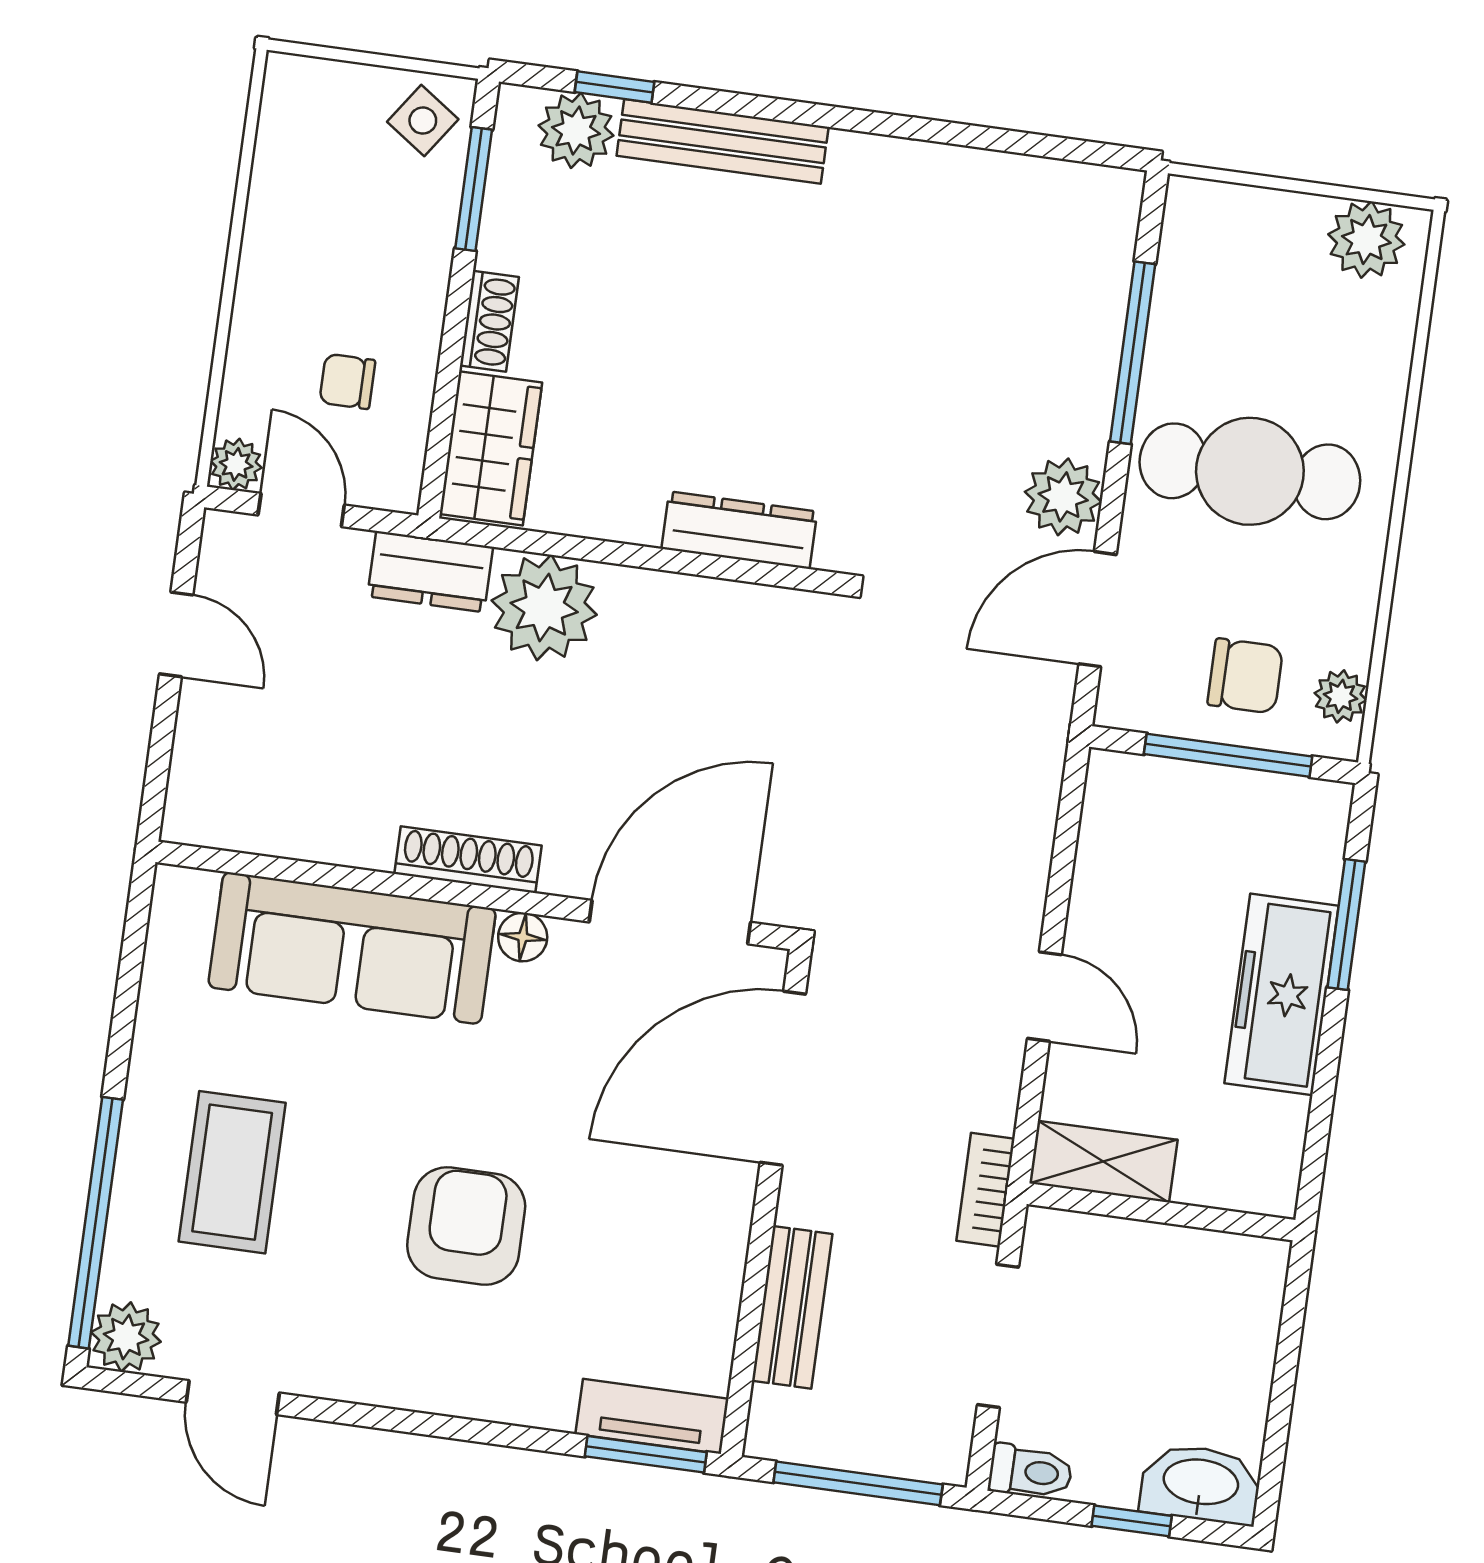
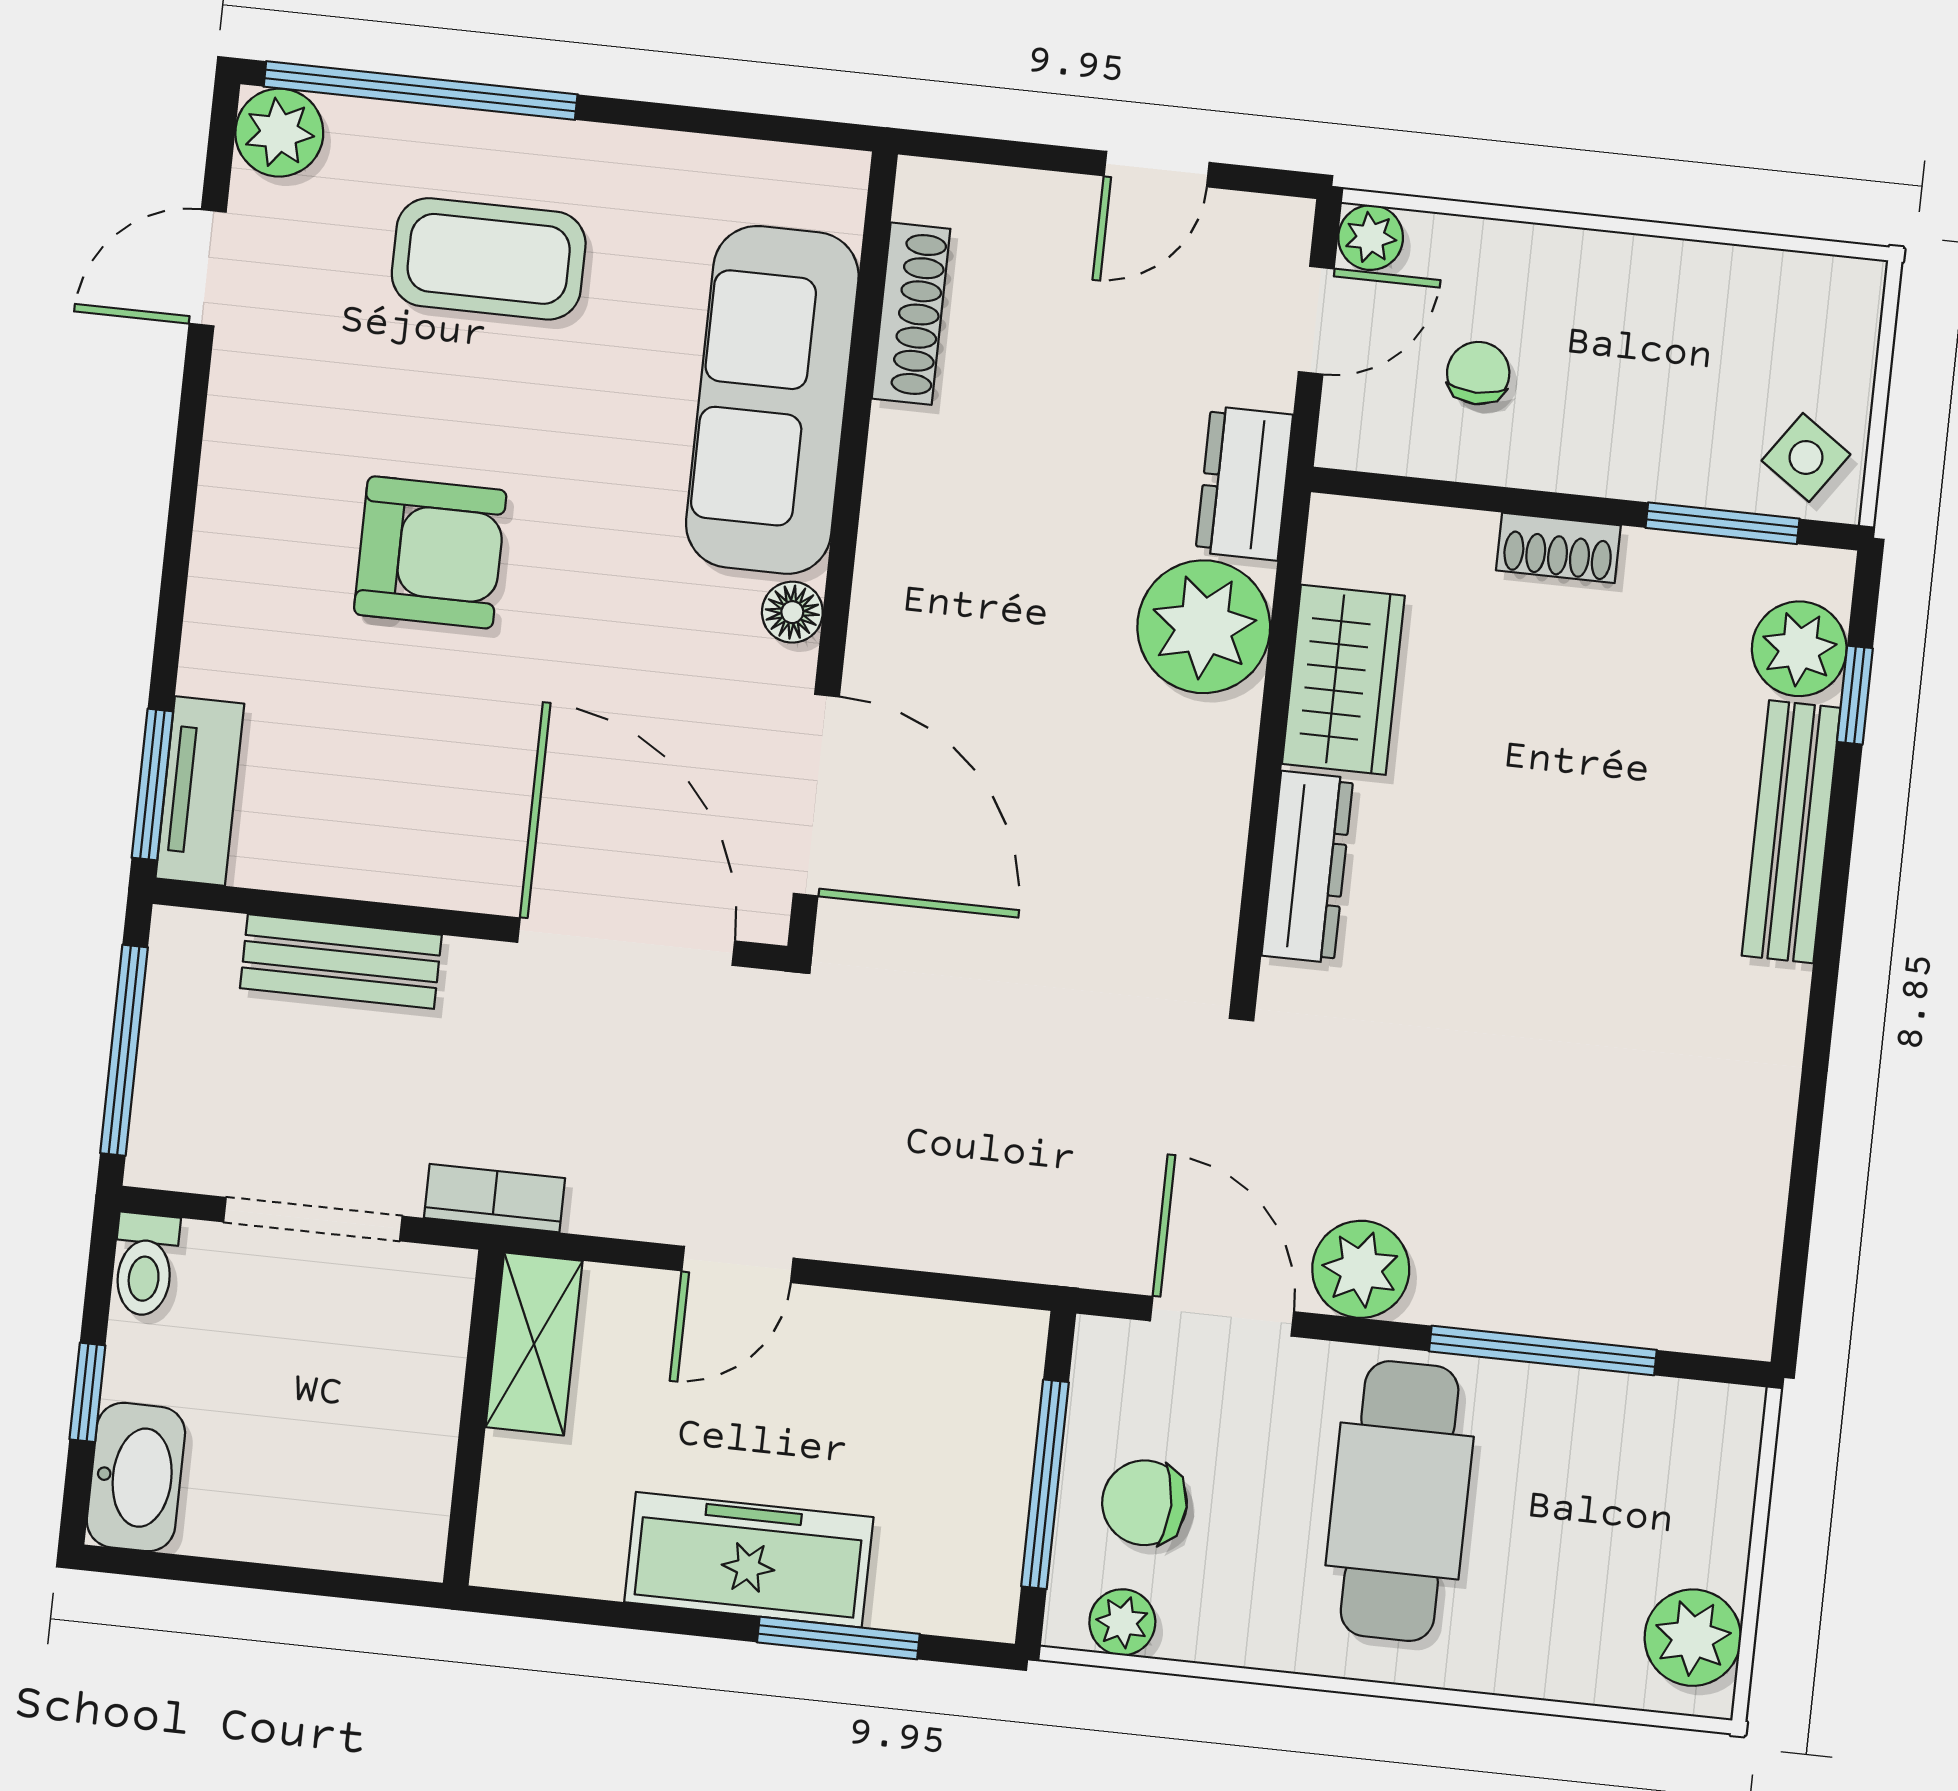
wardrobe: (491, 448) -> (1343, 680), moved, turned -90
chair: (1245, 676) -> (1144, 1503), turned 90
shoe rack: (468, 860) -> (911, 314), moved

